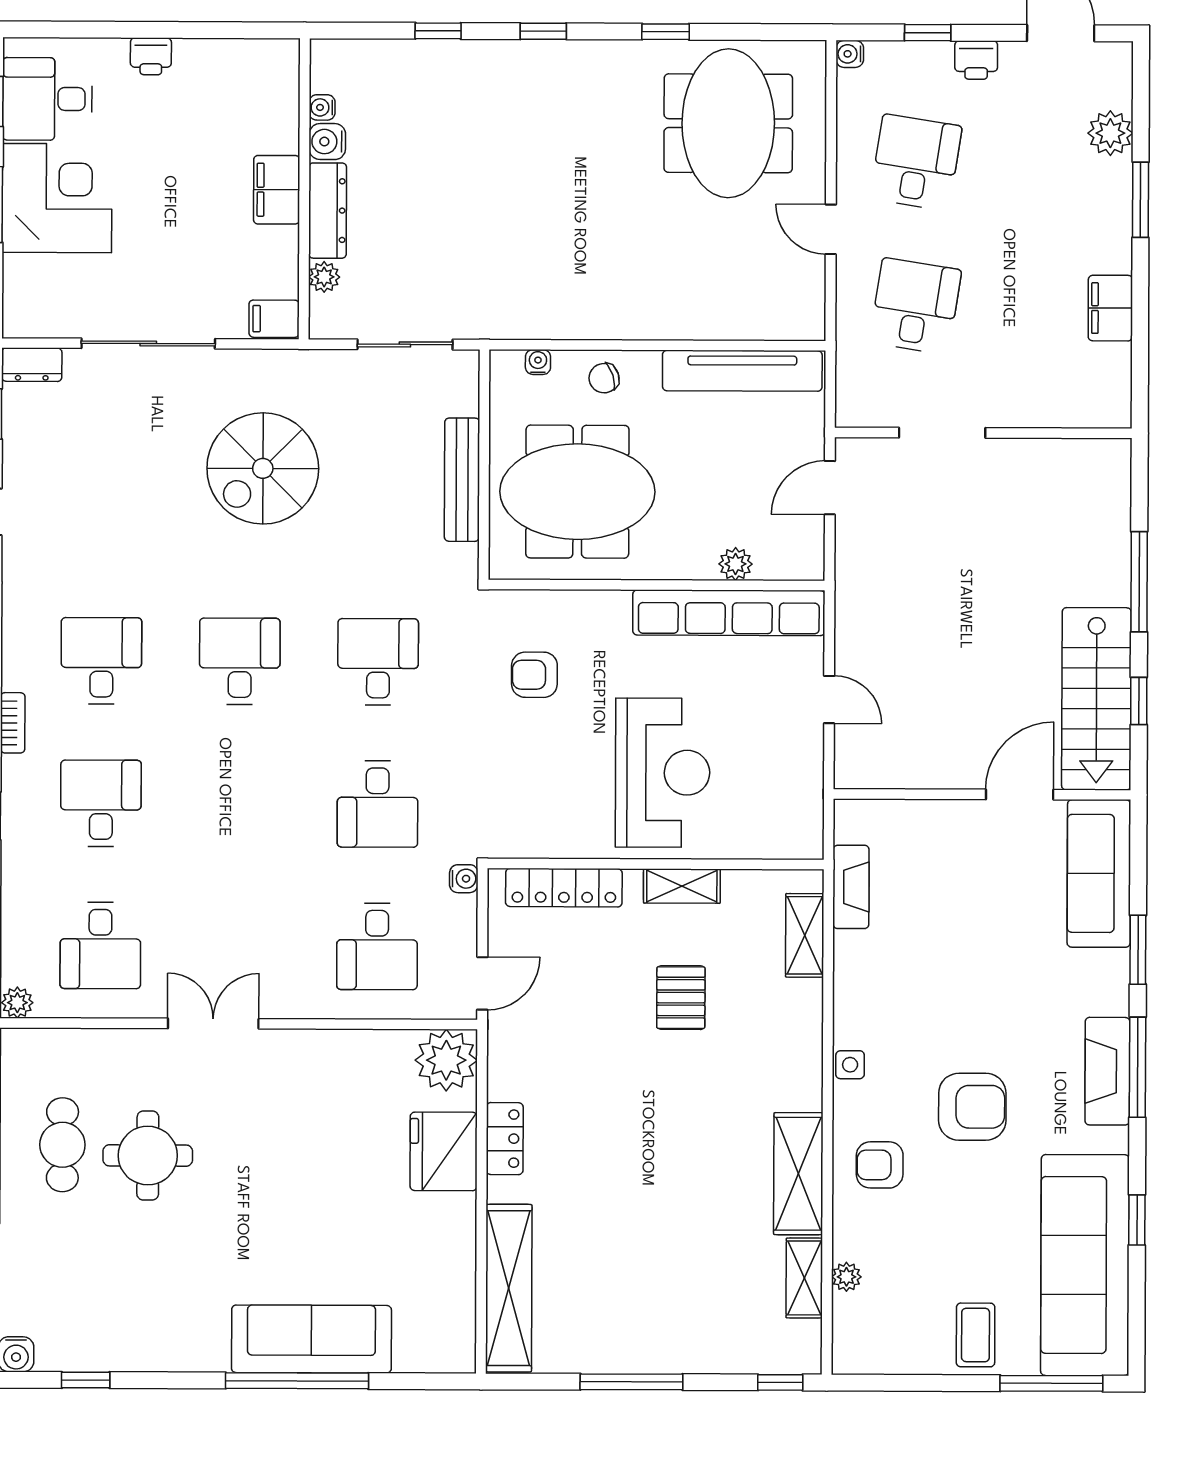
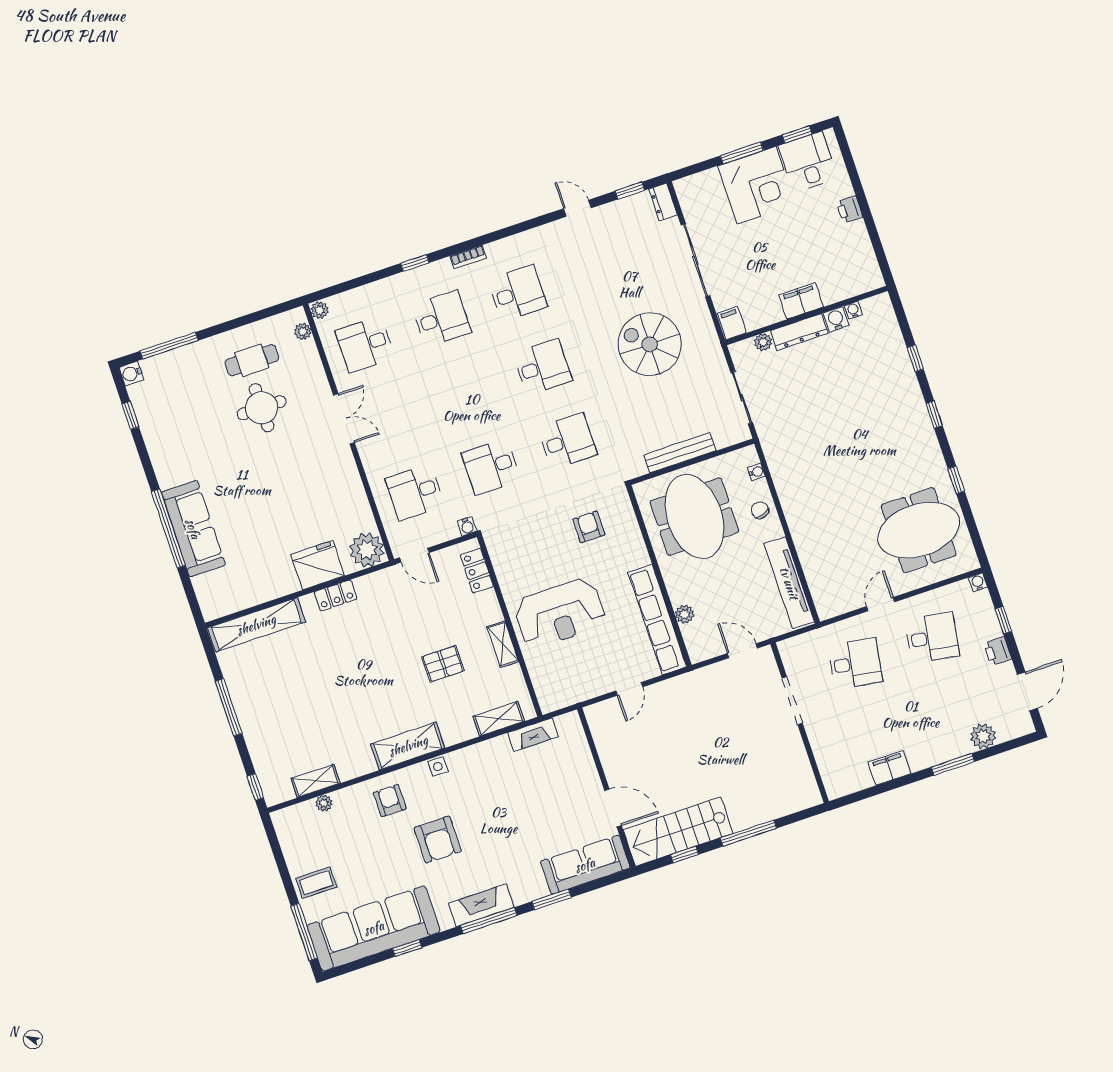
locker: (564, 888) -> (477, 571), width x0.66
plant: (43, 1043) -> (303, 331), added
shelving: (798, 1174) -> (408, 746), moved

